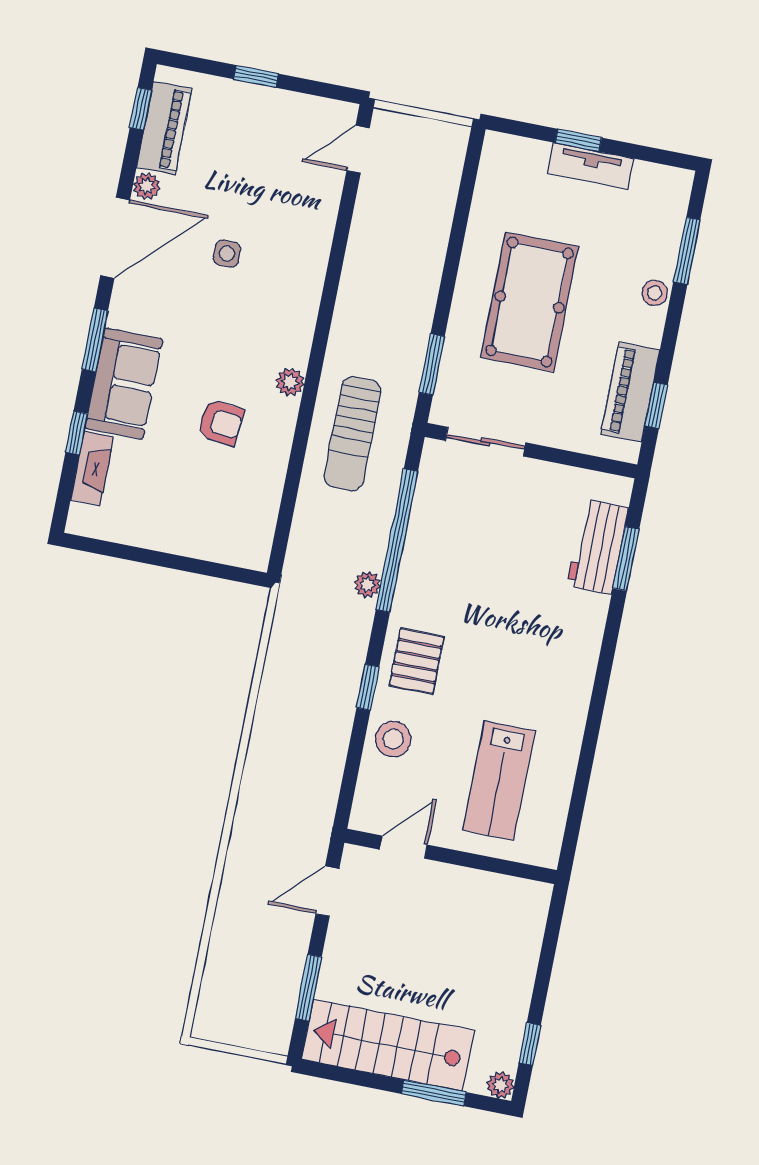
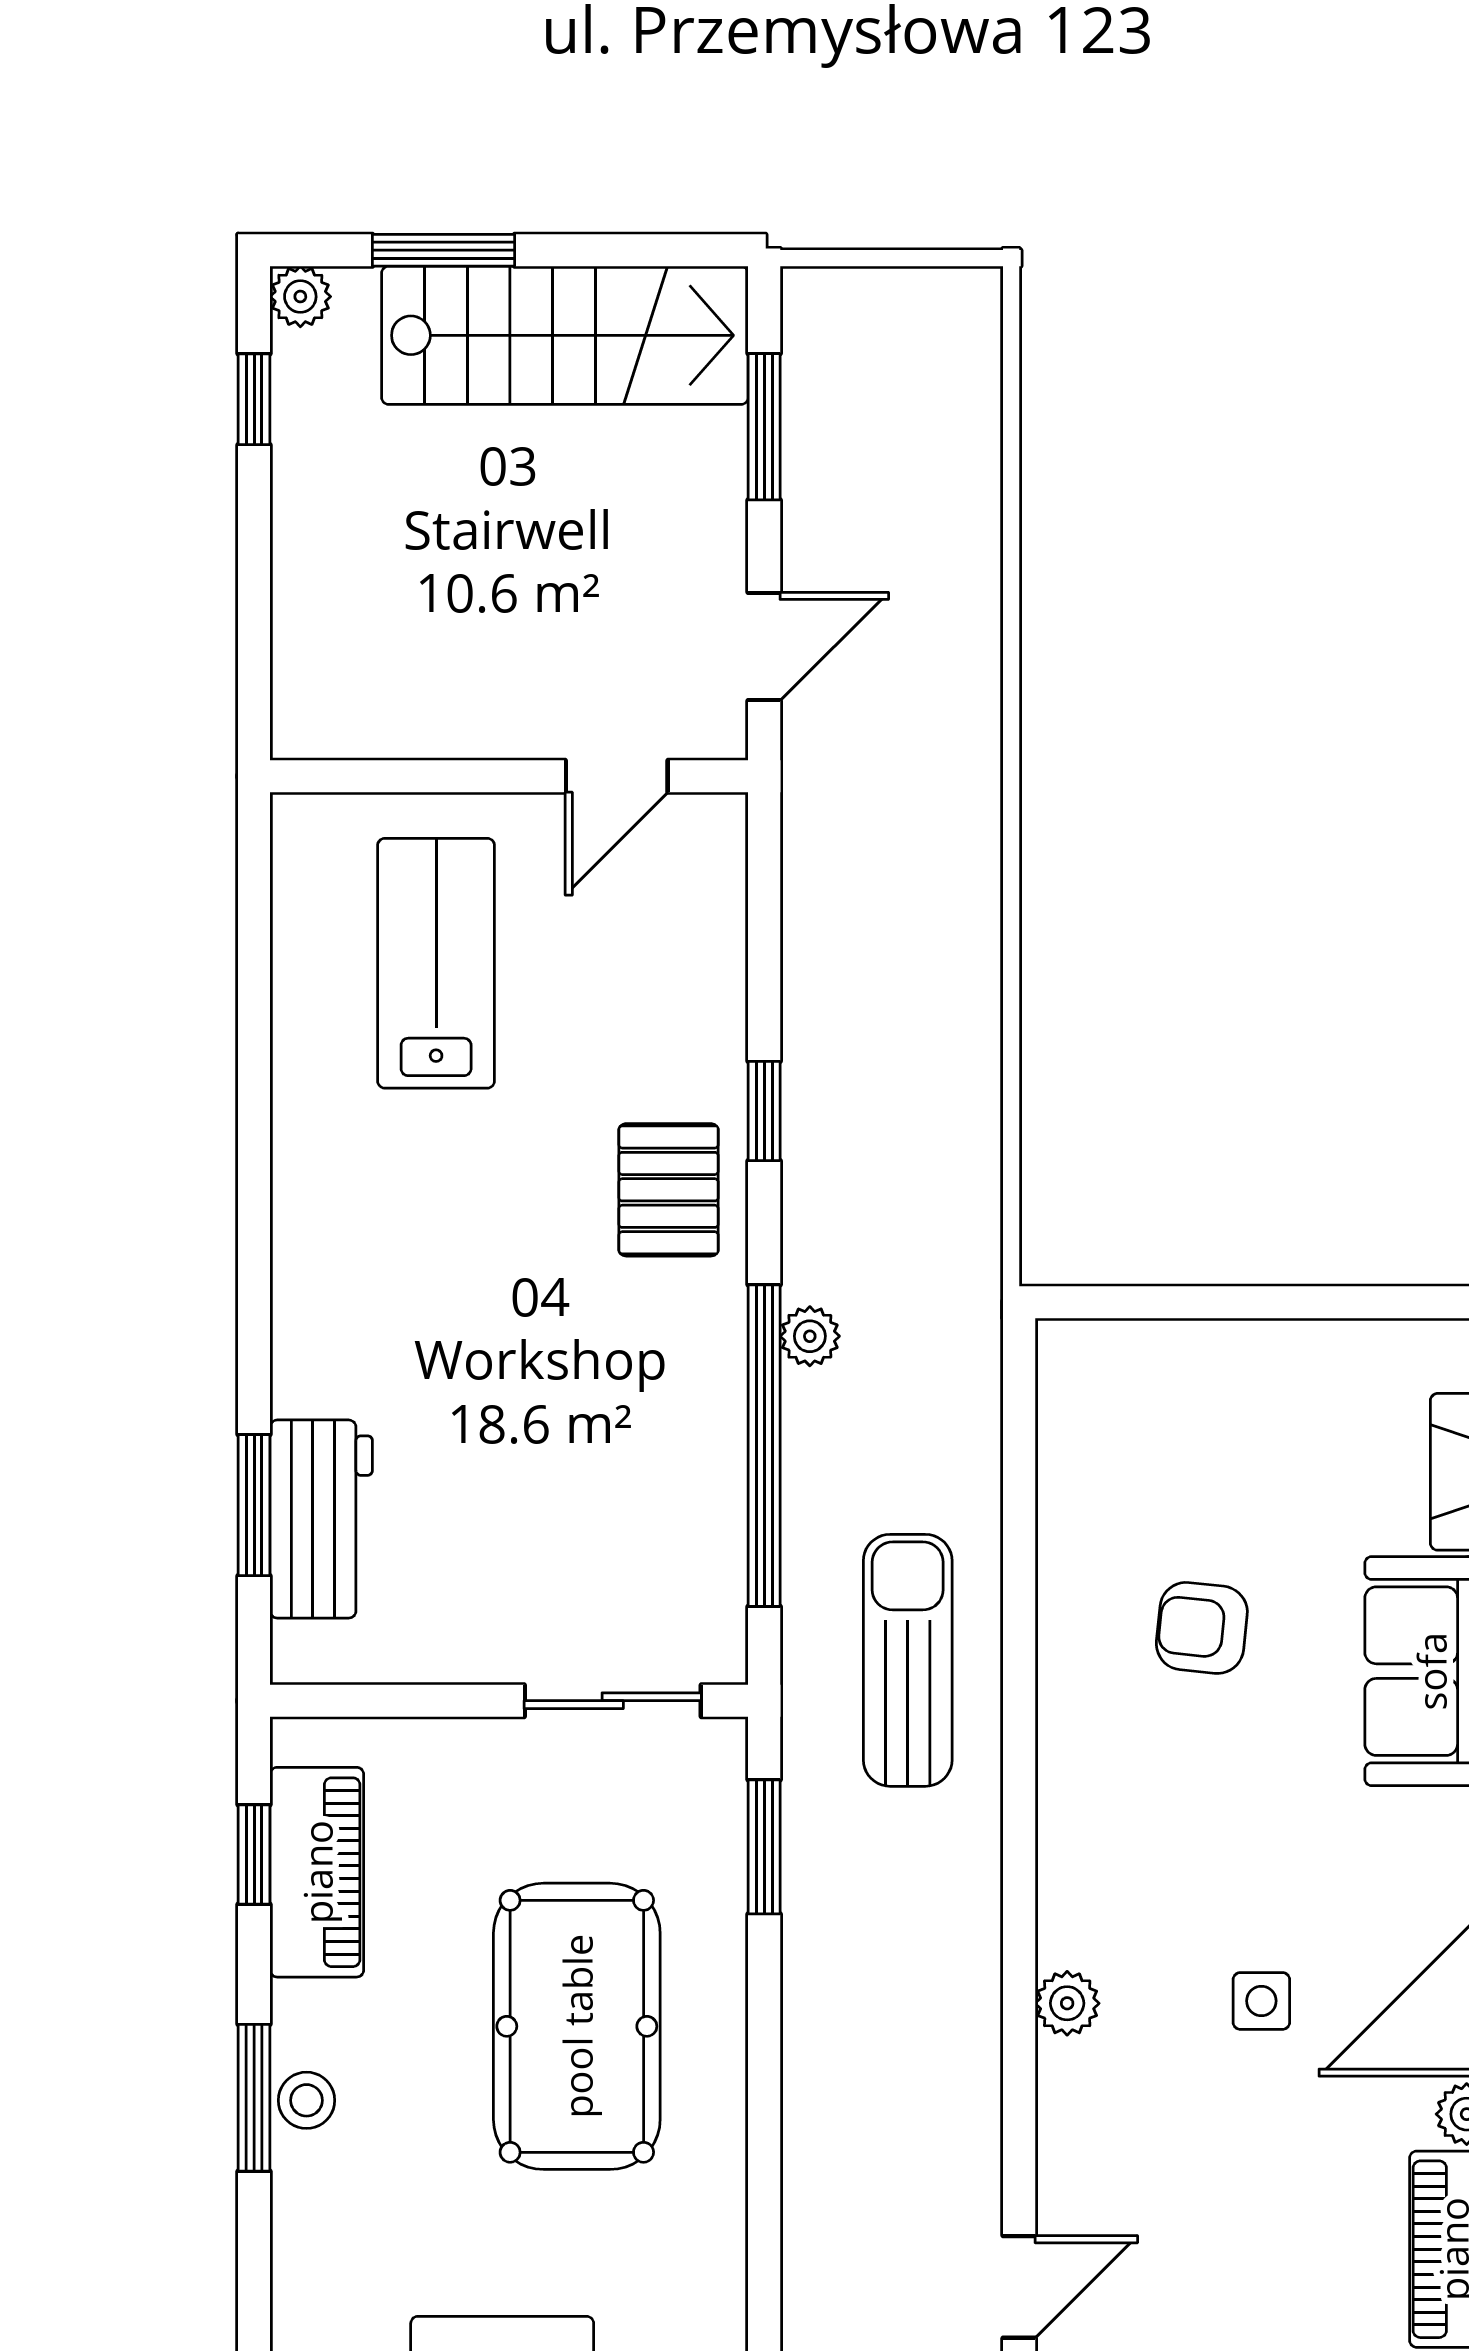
window: (687, 251) -> (254, 2098), moved
plant: (290, 382) -> (1067, 2003), moved
stool: (393, 739) -> (686, 1009), removed

